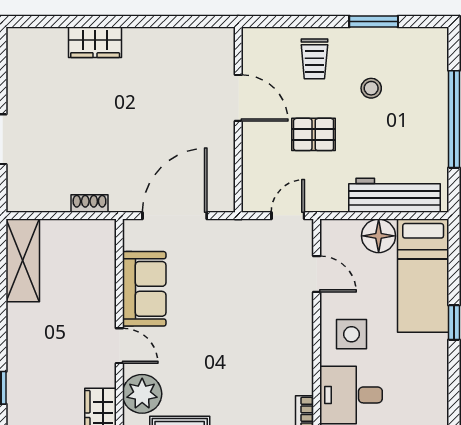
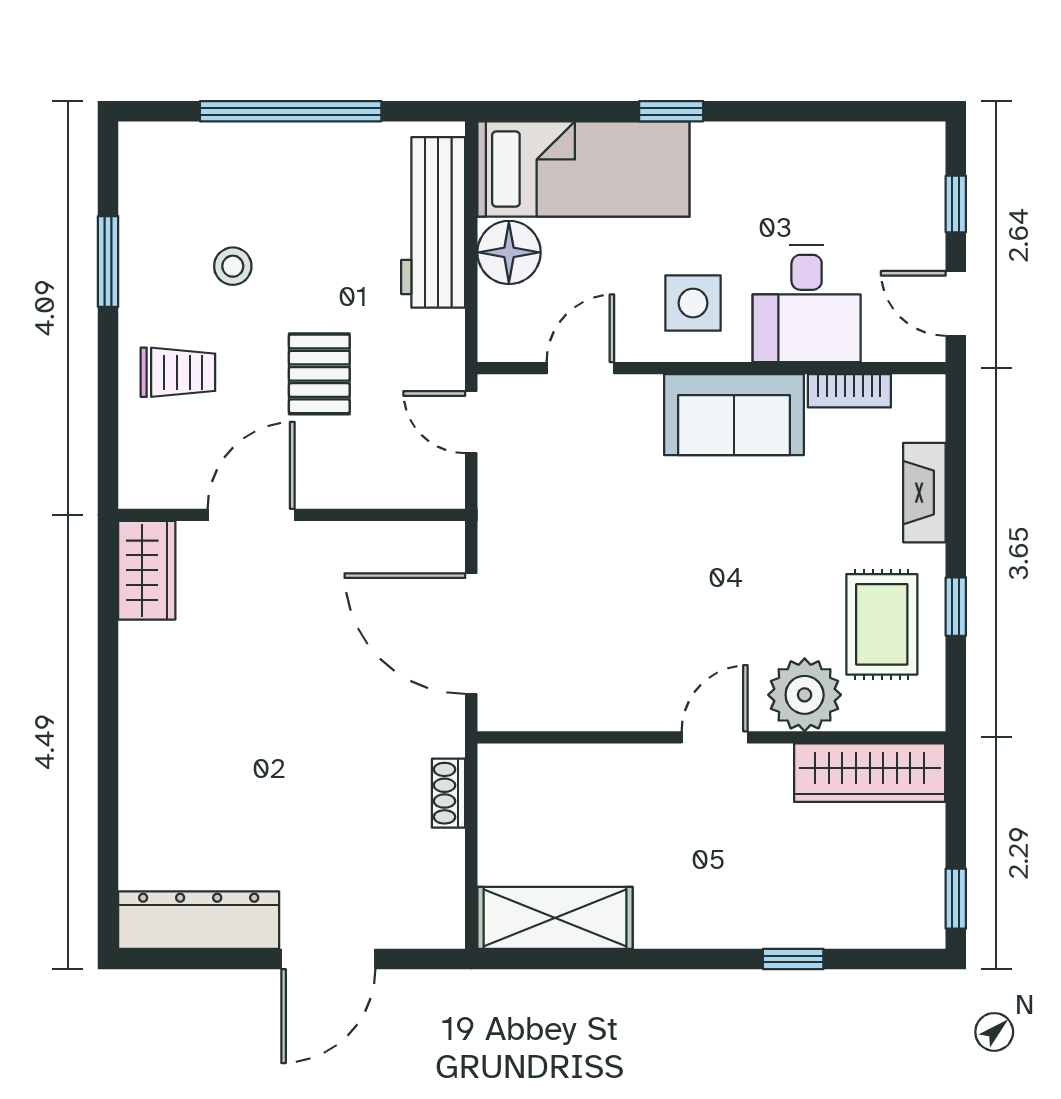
wardrobe: (95, 42) -> (147, 570), moved
dresser: (22, 70) -> (199, 920), added
sofa: (144, 289) -> (734, 415), moved, turned 180

